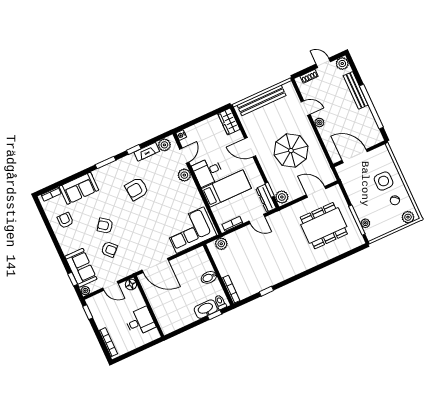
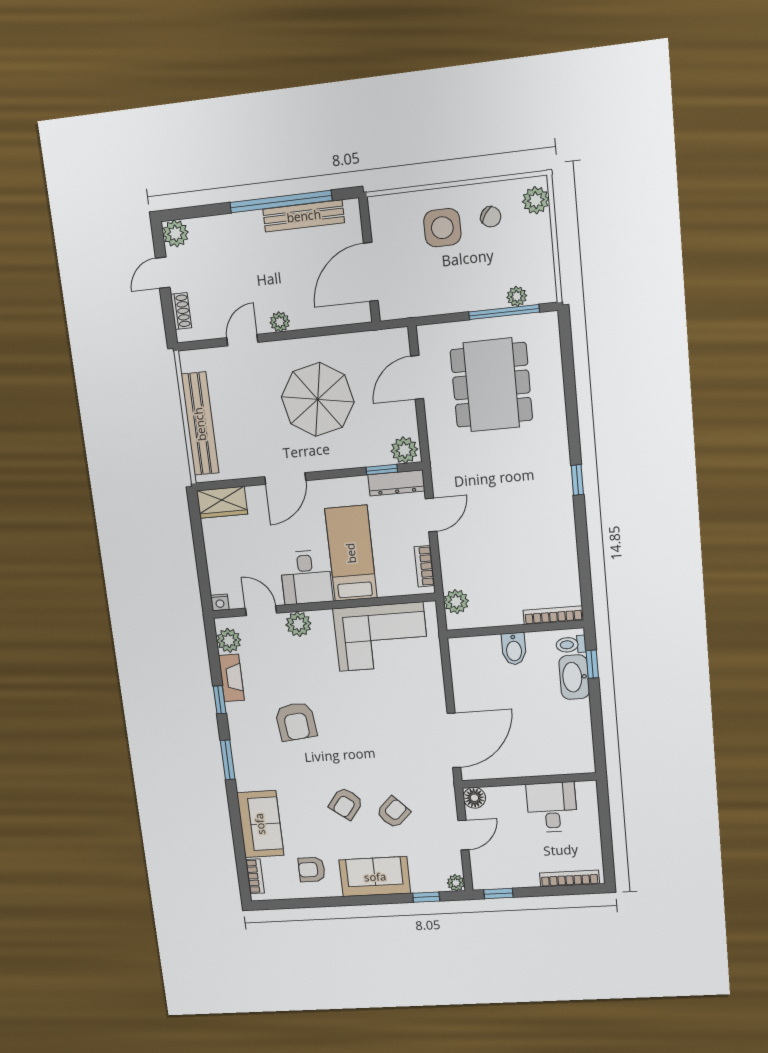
bench: (356, 90) -> (304, 216), moved
corner sofa: (190, 230) -> (381, 637), moved, turned -90
sofa: (81, 268) -> (375, 877), moved
window: (266, 291) -> (577, 480), moved

